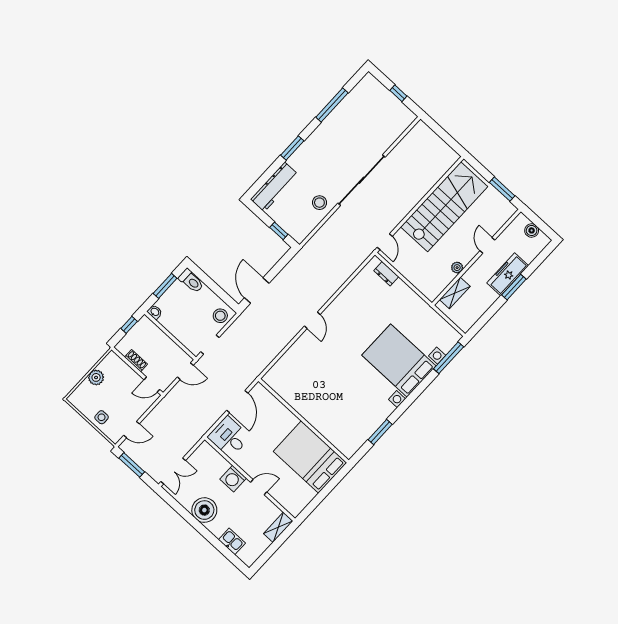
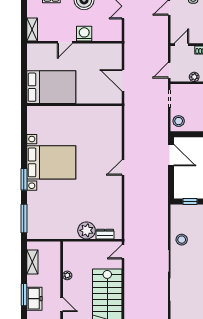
door: (385, 242) -> (123, 252), hinge flipped
freezer: (508, 274) -> (34, 299), width x0.71
plant: (400, 293) -> (87, 230), added
shelving: (455, 293) -> (32, 262), moved
door: (312, 320) -> (123, 168), hinge flipped
plant: (168, 344) -> (194, 77), added
bed with nightstands: (399, 361) -> (51, 162), moved
window: (380, 432) -> (24, 179), moved
desk: (229, 437) -> (109, 55), removed

